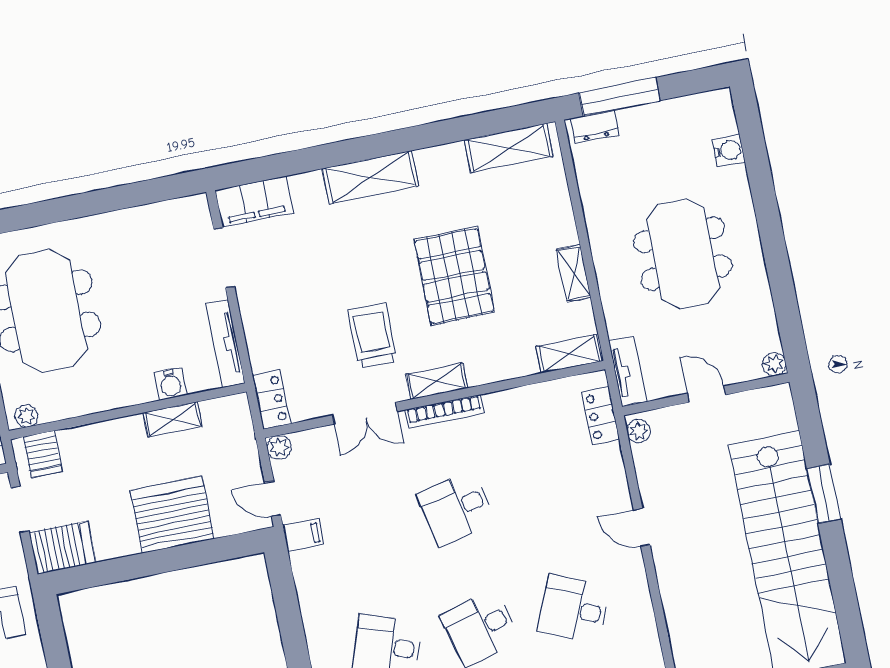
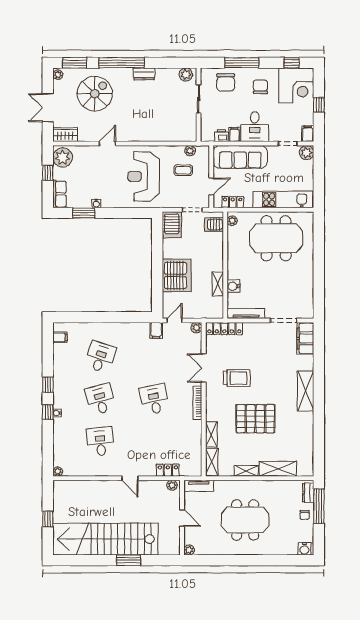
chair: (645, 124) -> (305, 515), added
shelving: (509, 148) -> (278, 469), moved, turned 90
water cooler: (728, 150) -> (304, 549), moved
shelving: (437, 381) -> (211, 434), moved
door: (707, 394) -> (182, 518), hinge flipped
locker: (271, 399) -> (224, 329), width x1.53
locker: (601, 416) -> (168, 470), moved
door: (642, 527) -> (130, 478), swing flipped
desk: (574, 609) -> (100, 442), turned -30

